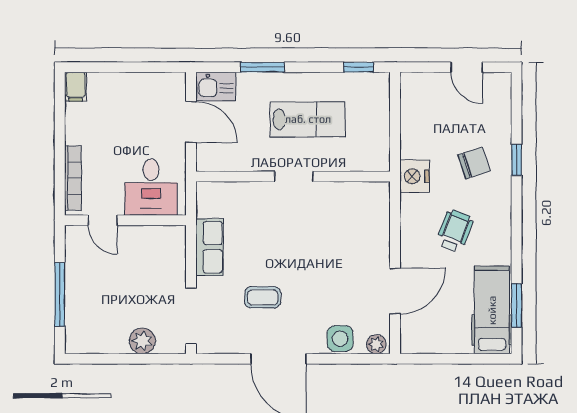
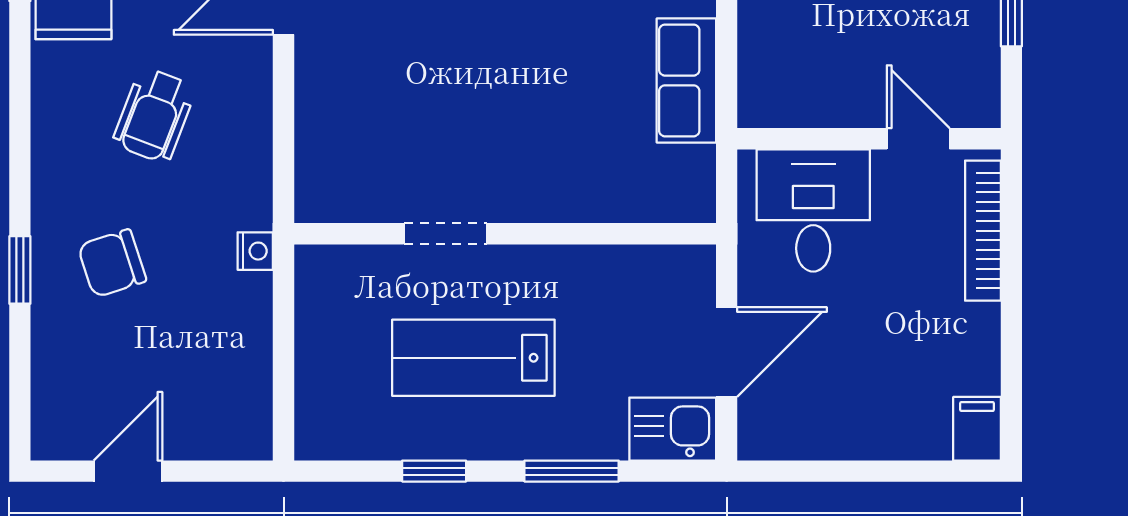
window: (359, 67) -> (434, 471), moved
door: (467, 67) -> (128, 471), hinge flipped
door: (191, 122) -> (727, 352), swing flipped
nightstand: (415, 176) -> (255, 251), width x0.53, depth x0.56
doorway: (294, 177) -> (445, 234), moved

